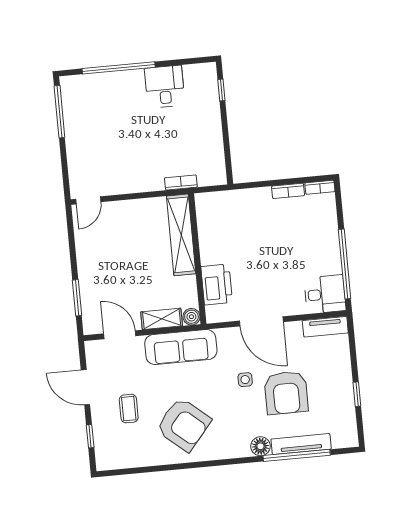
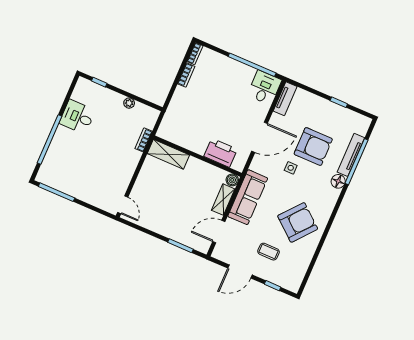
plant: (216, 140) -> (129, 103), added
shelving: (181, 235) -> (168, 154), width x0.68

